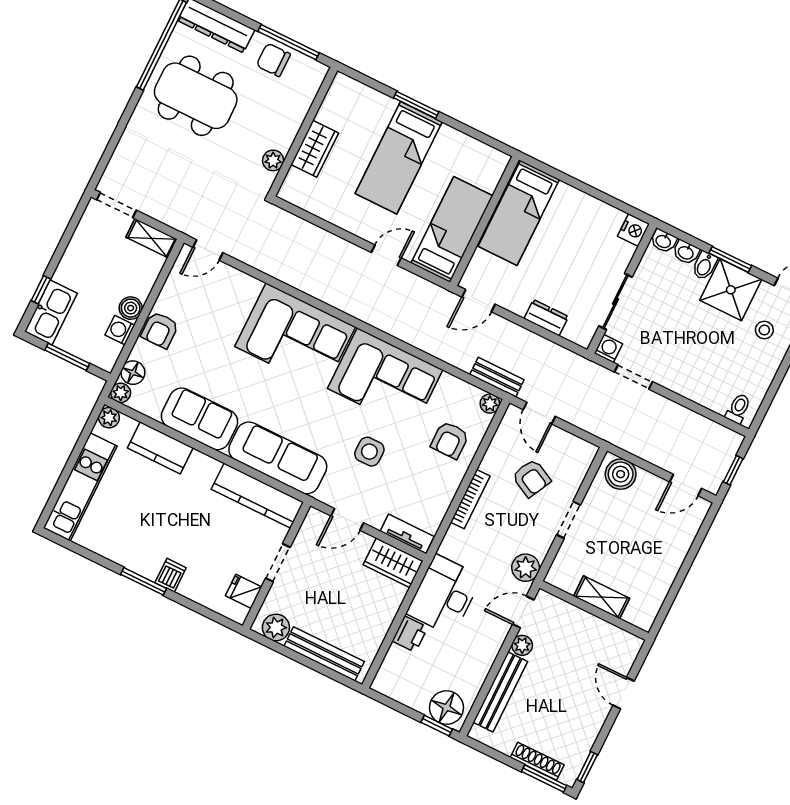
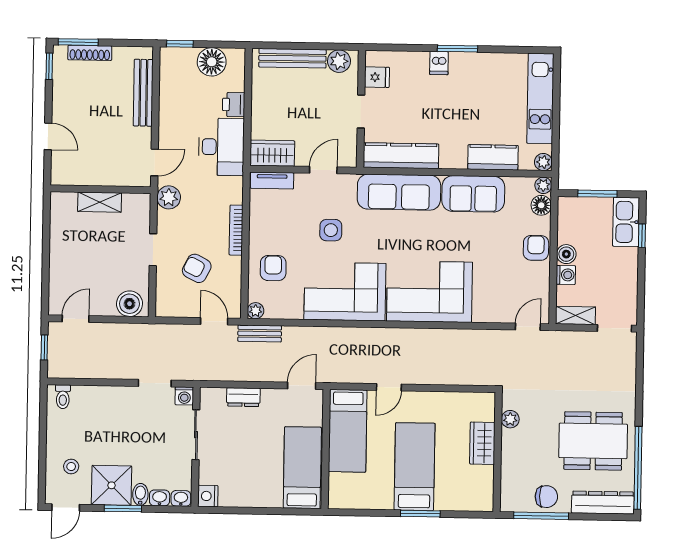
washing machine: (120, 330) -> (566, 275), moved
plant: (522, 645) -> (143, 136), removed
floor lamp: (446, 708) -> (212, 62), moved

